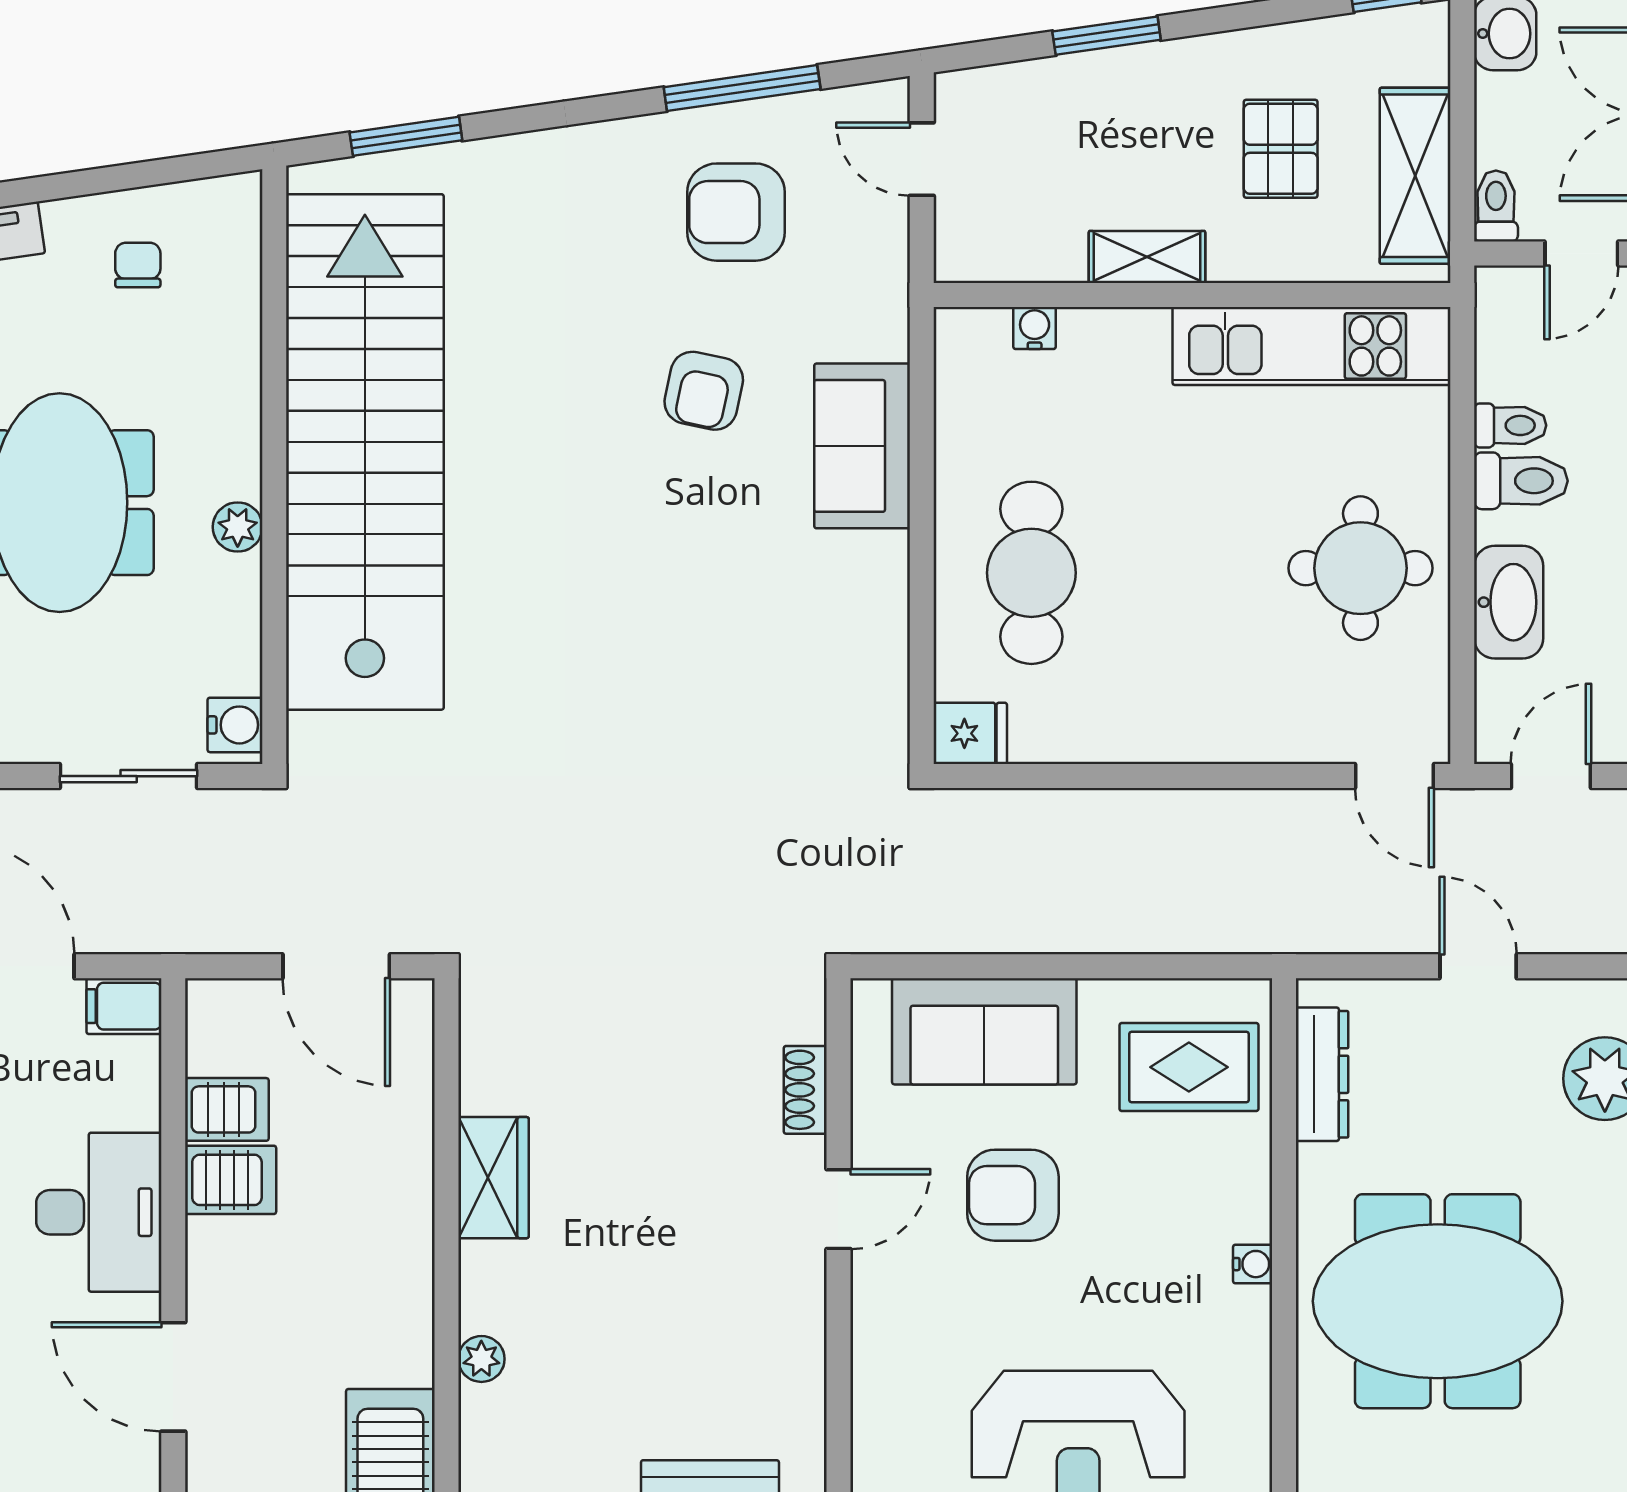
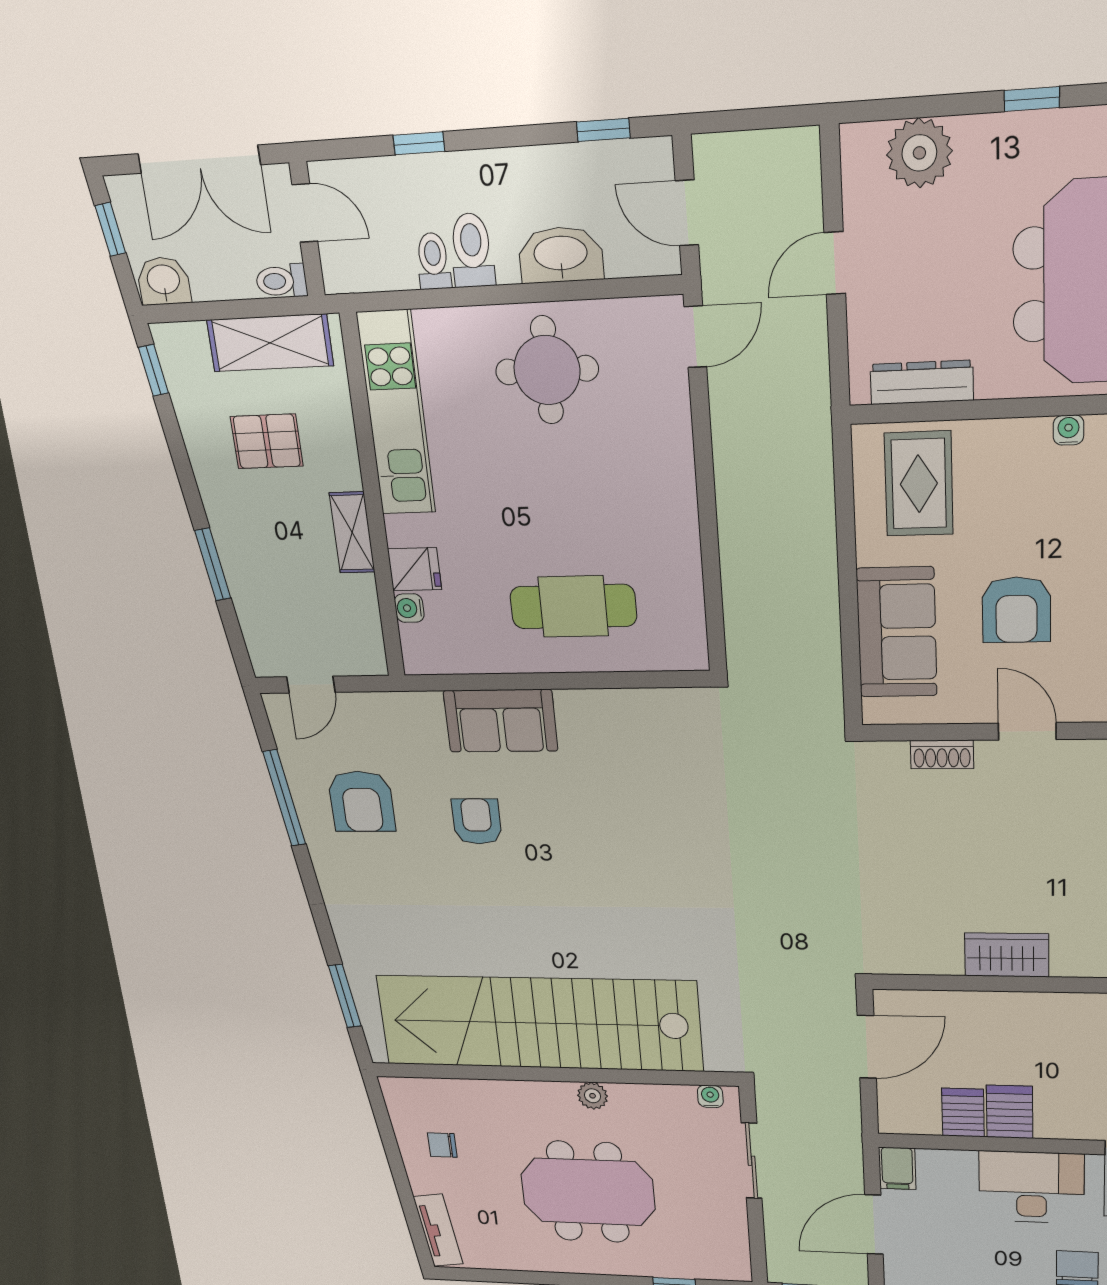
armchair: (704, 391) -> (477, 821), turned -102
water cooler: (235, 725) -> (710, 1096), width x0.72, depth x0.72
fridge: (970, 733) -> (415, 569), moved, turned 90

